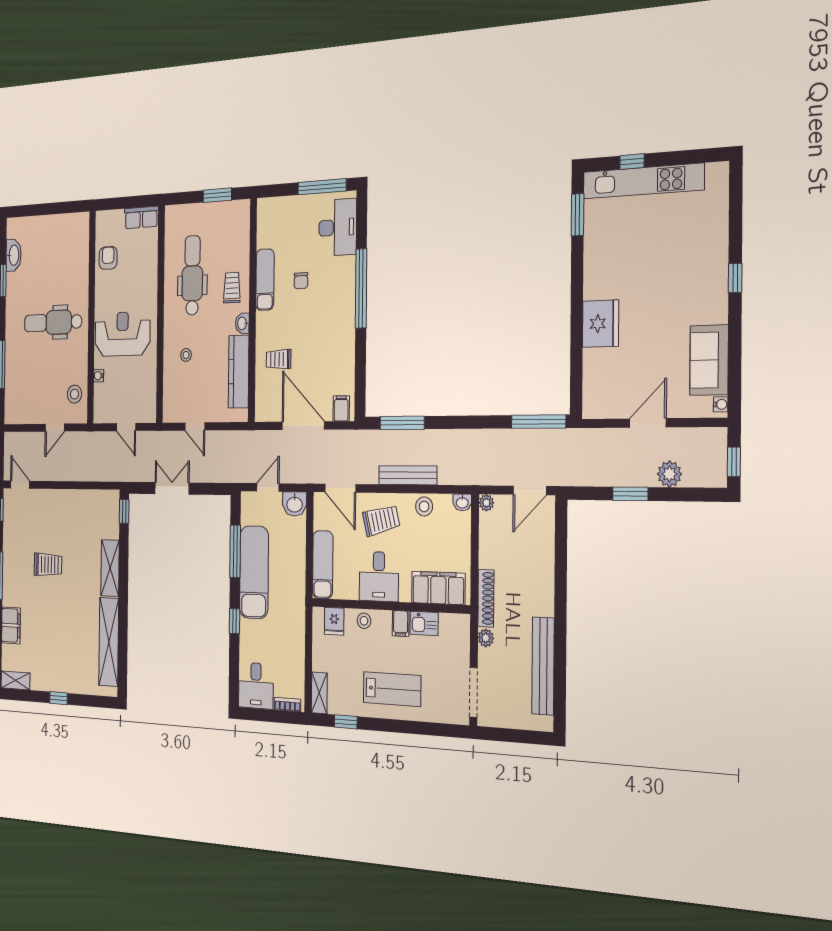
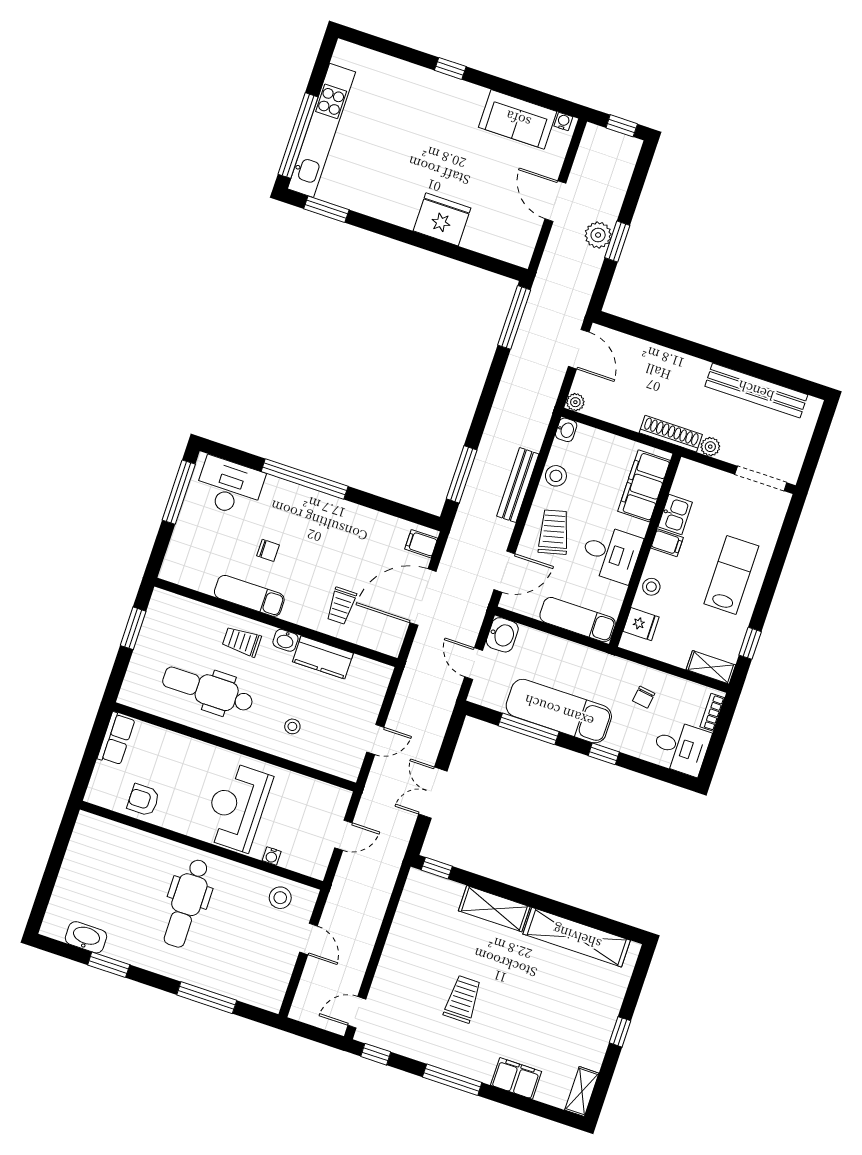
window: (632, 162) -> (298, 136), width x3.17
kitchen counter: (239, 372) -> (323, 657), width x0.67
plant: (669, 474) -> (598, 235), moved
chair: (283, 641) -> (644, 697), added

